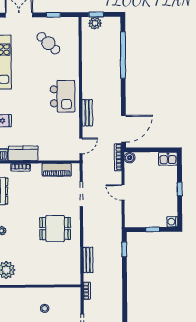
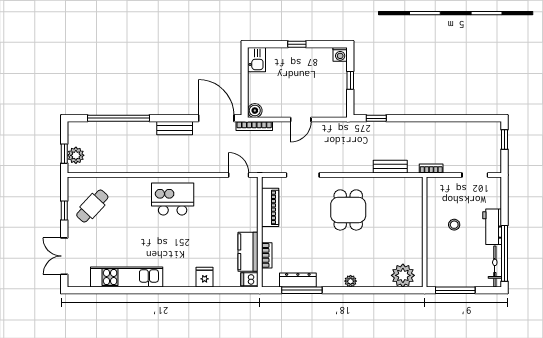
cafe table: (48, 43) -> (92, 206), moved
bench: (87, 113) -> (175, 128), moved

